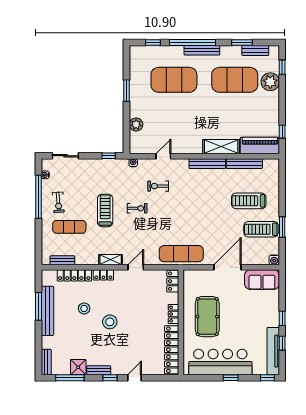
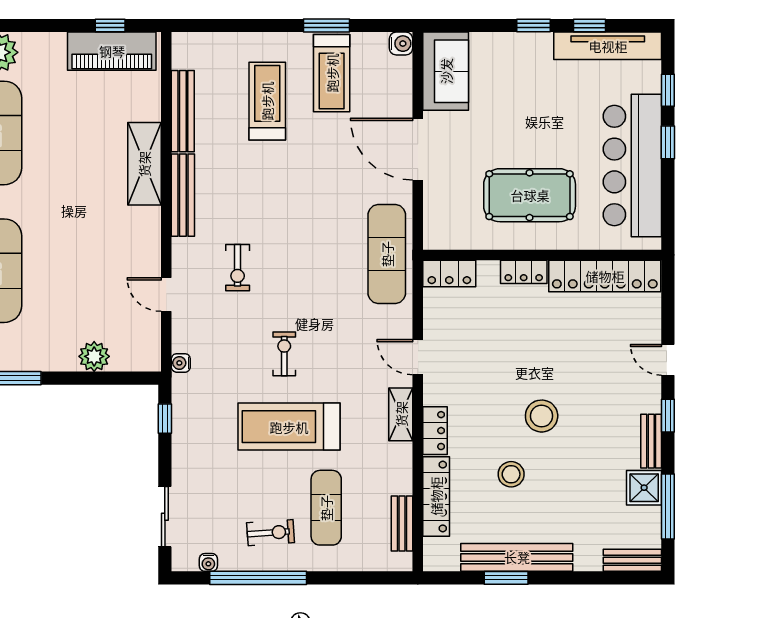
piano: (260, 146) -> (112, 51), moved, turned -90
exercise bike: (158, 186) -> (238, 268), moved
treadmill: (249, 201) -> (267, 101), turned 180
treadmill: (105, 210) -> (289, 427), width x1.37, depth x1.38
window: (38, 306) -> (506, 578), width x0.69
window: (267, 378) -> (668, 90), moved

